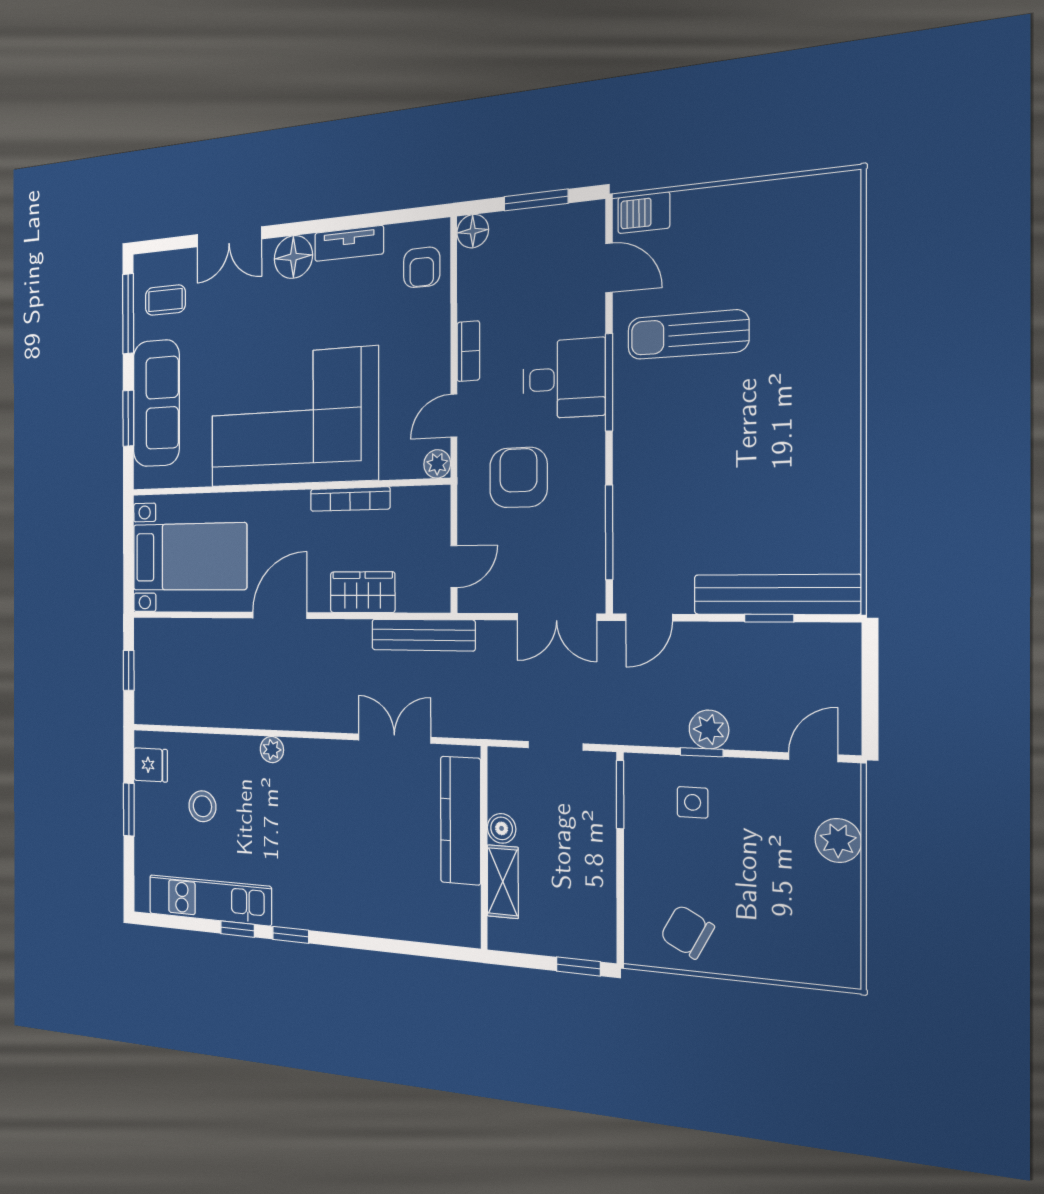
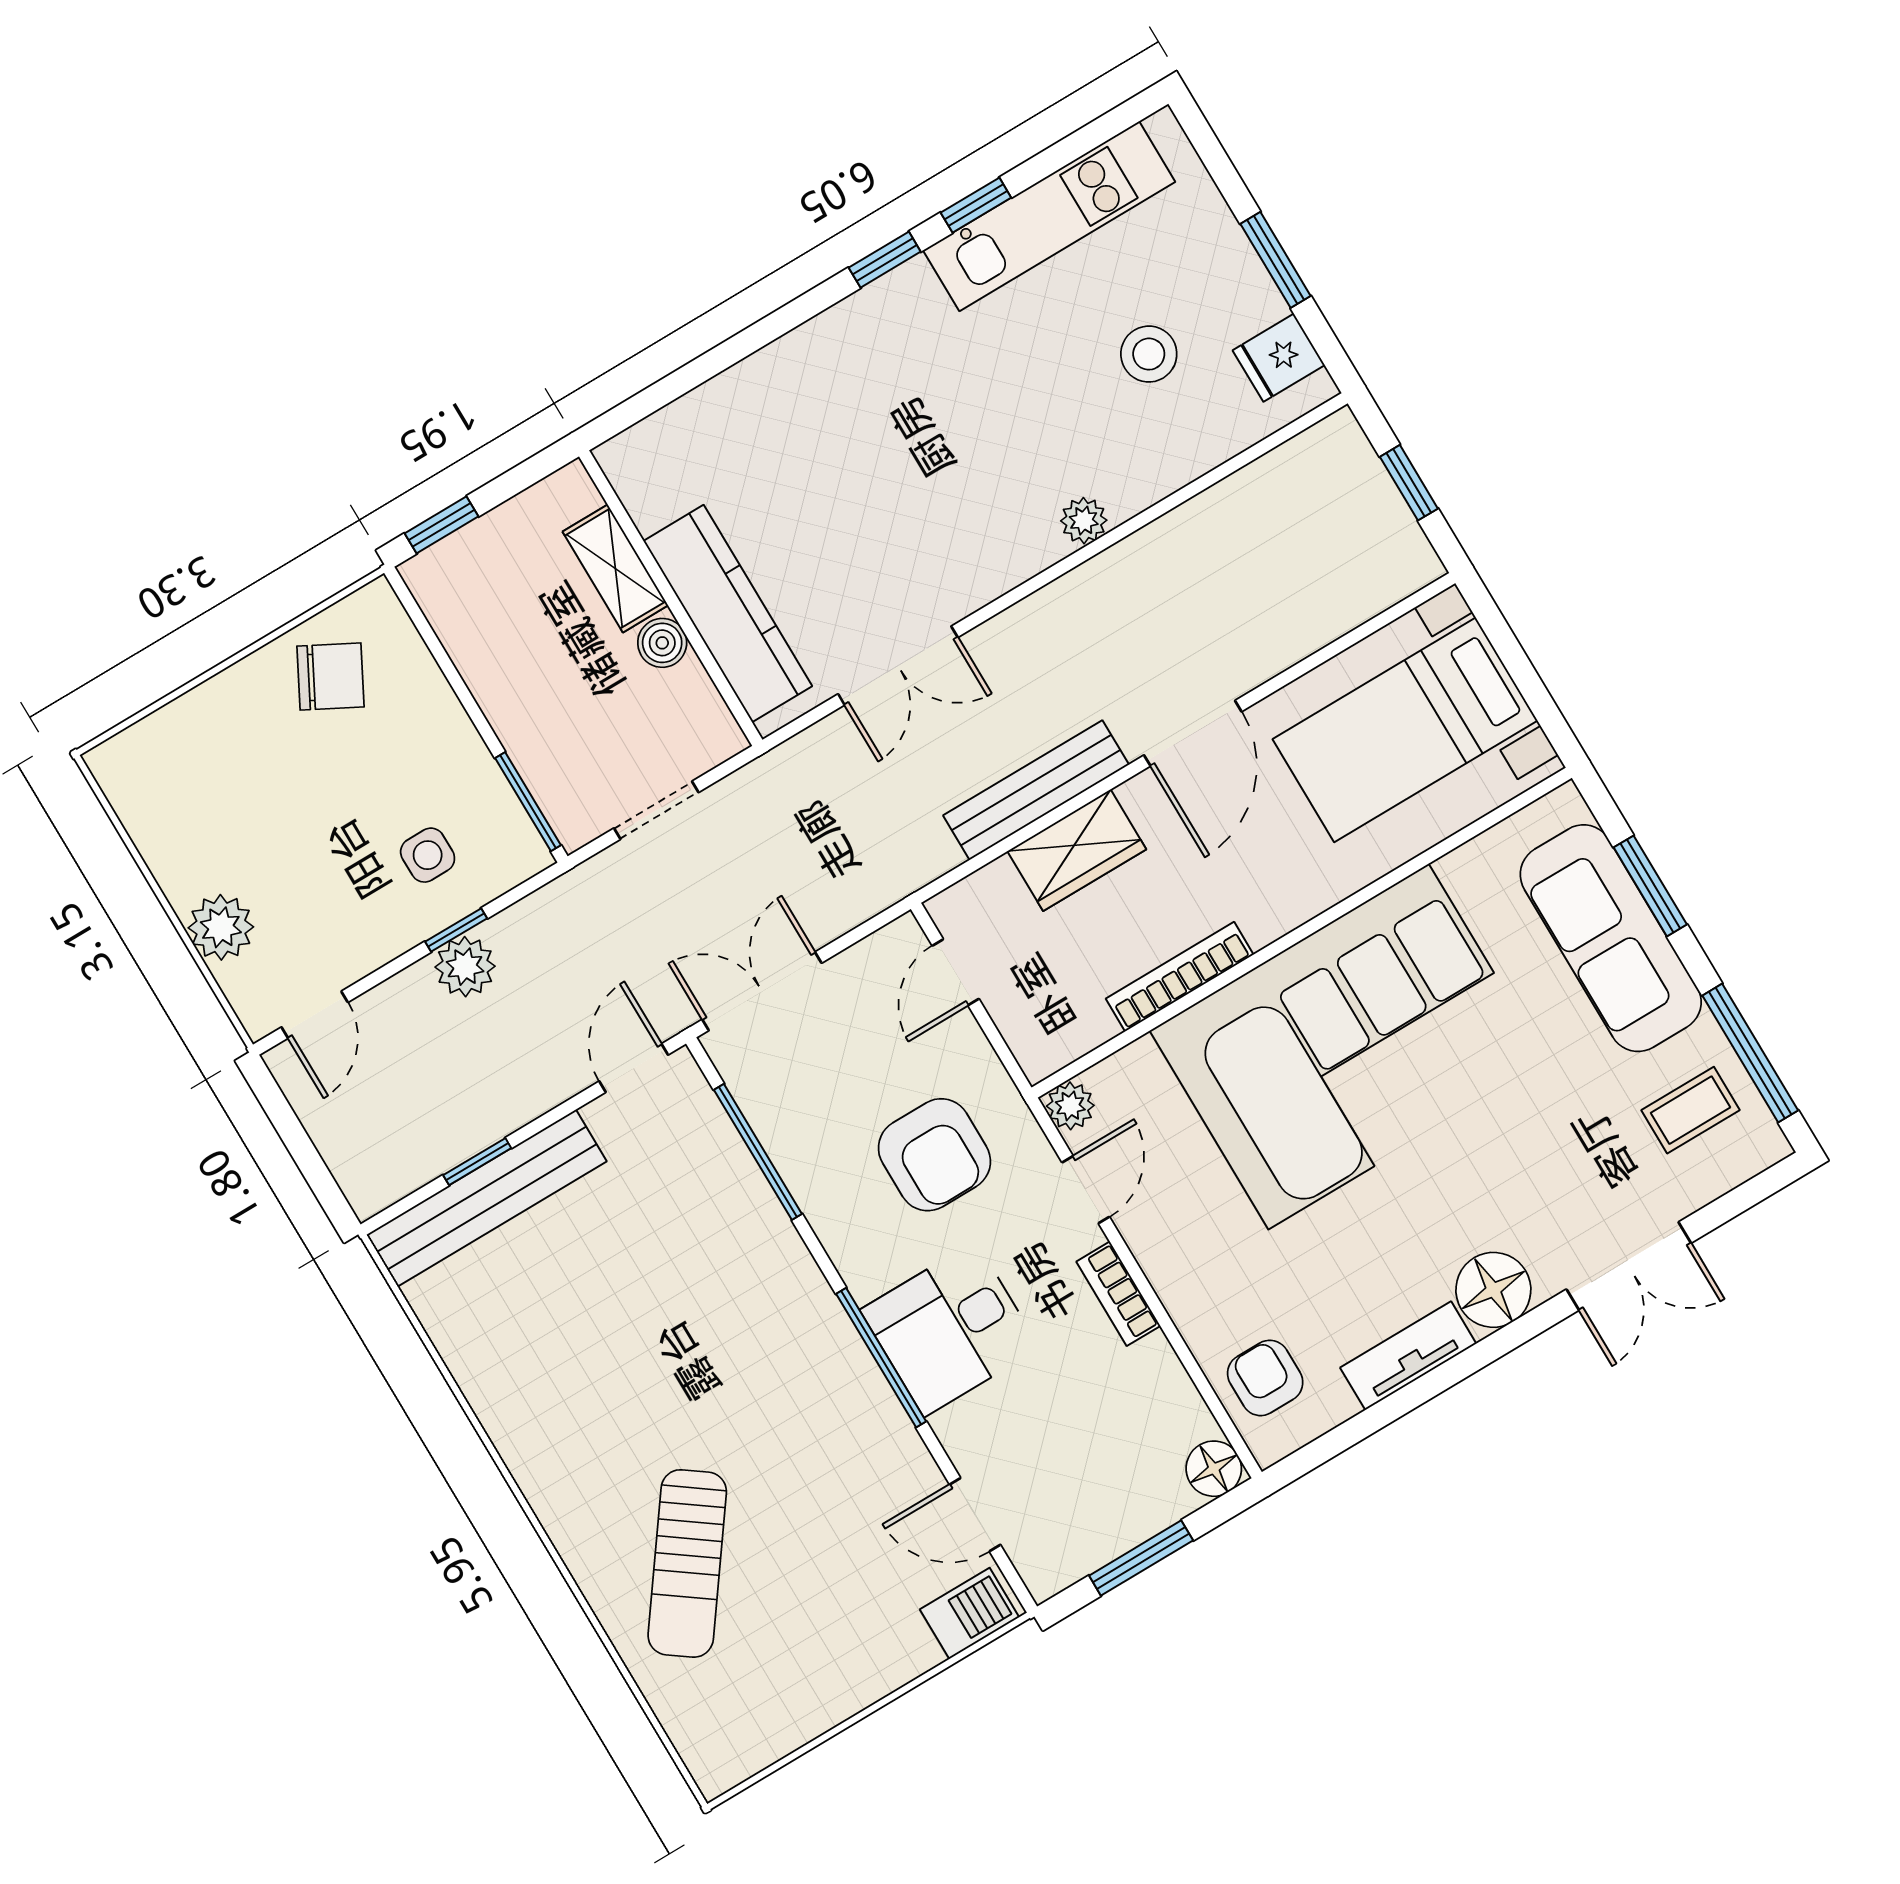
double door: (229, 237) -> (1629, 1266), swing flipped
sun lounger: (688, 335) -> (687, 1563), moved, turned 126
bench: (423, 635) -> (1036, 790), moved

